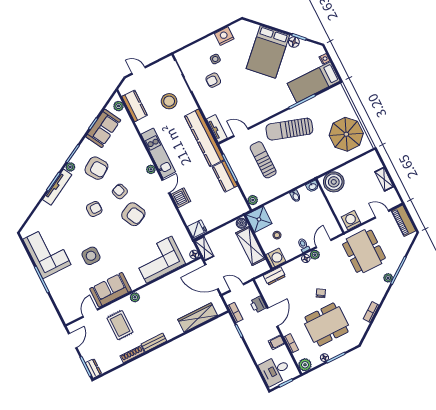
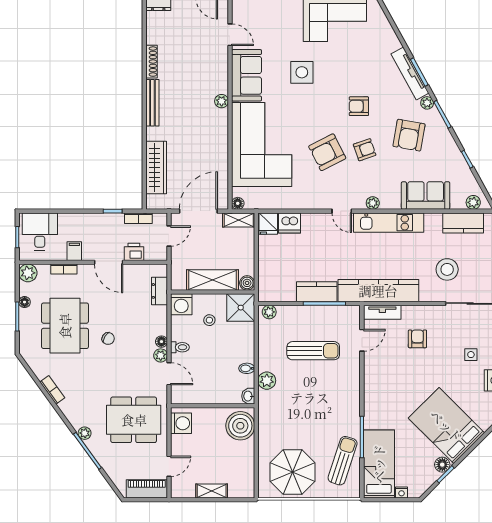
armchair: (213, 80) -> (417, 339), moved
sofa: (103, 128) -> (426, 196), moved, turned 119
sun lounger: (289, 129) -> (343, 461), moved, width x0.73, depth x0.75
armchair: (96, 168) -> (409, 135), turned -46
plant: (297, 180) -> (267, 381), added
dishwasher: (181, 198) -> (290, 223), moved
armchair: (94, 209) -> (359, 106), turned 90
corner sofa: (159, 260) -> (262, 145), width x1.36, depth x1.36
rug: (120, 325) -> (196, 65), removed
bench: (154, 342) -> (152, 103), width x1.36

